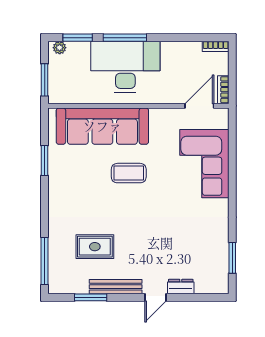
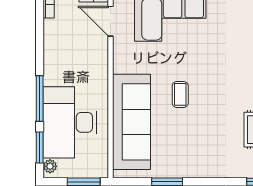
desk: (125, 67) -> (70, 122), moved
coffee table: (129, 173) -> (180, 94), width x0.73, depth x0.77

